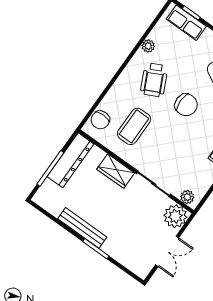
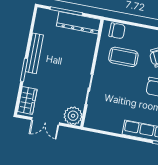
chair: (100, 120) -> (117, 31), turned 180
wardrobe: (116, 171) -> (27, 100), moved, turned 180
plant: (187, 197) -> (91, 118), removed

